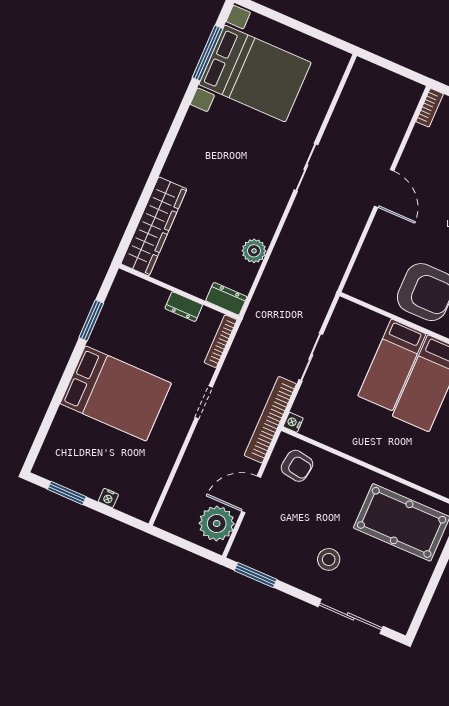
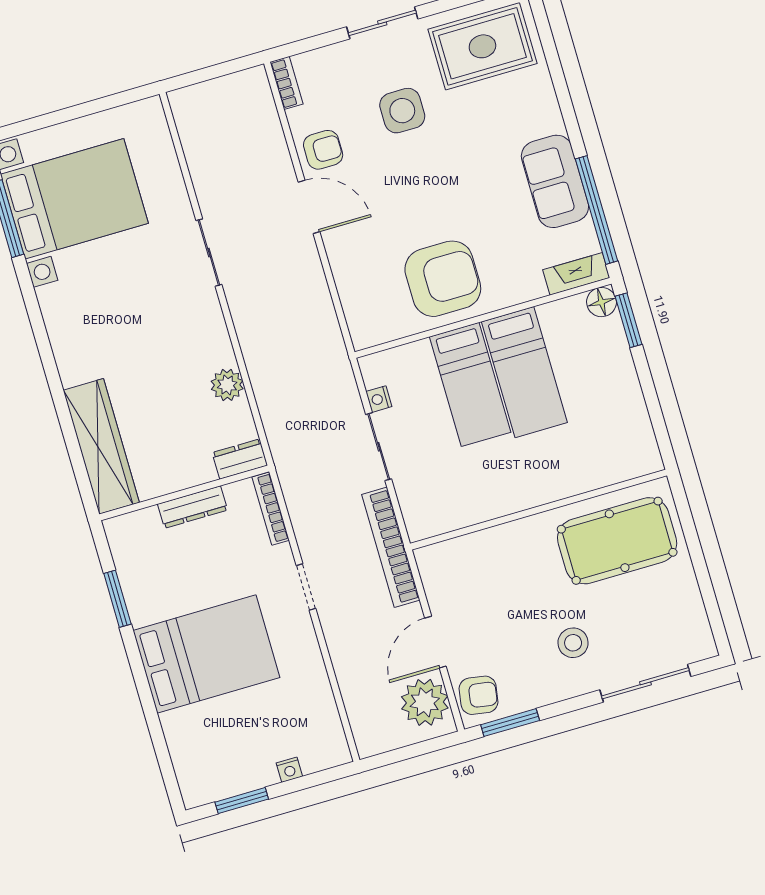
armchair: (419, 163) -> (323, 150), added
dresser: (184, 307) -> (193, 507), width x1.44
nightstand: (293, 422) -> (379, 399), moved
armchair: (297, 466) -> (479, 695), moved

